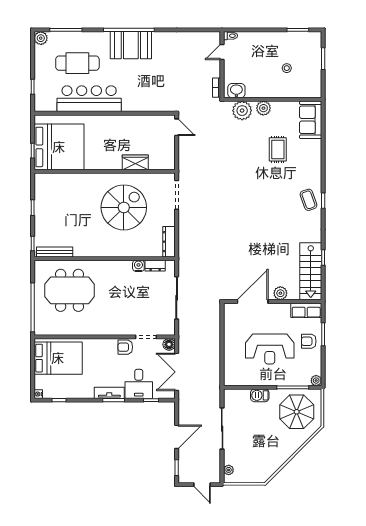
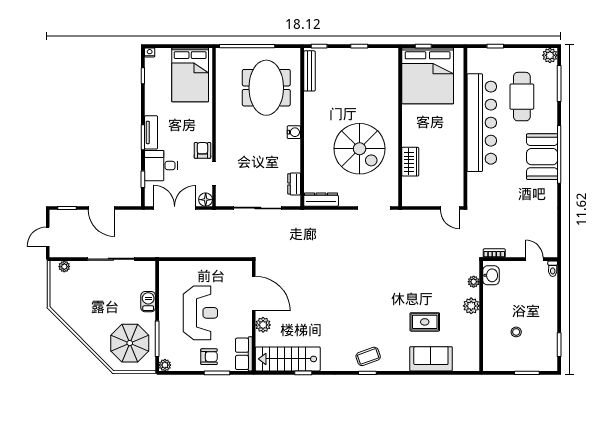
bar counter: (89, 99) -> (482, 123), width x1.36
plant: (242, 111) -> (474, 282), width x0.53, depth x0.53
sofa: (311, 120) -> (431, 359), moved
door: (177, 127) -> (450, 208), hinge flipped
water cooler: (138, 266) -> (294, 132), moved
armchair: (309, 341) -> (209, 357), turned 90
reception desk: (270, 349) -> (200, 313), turned 180

